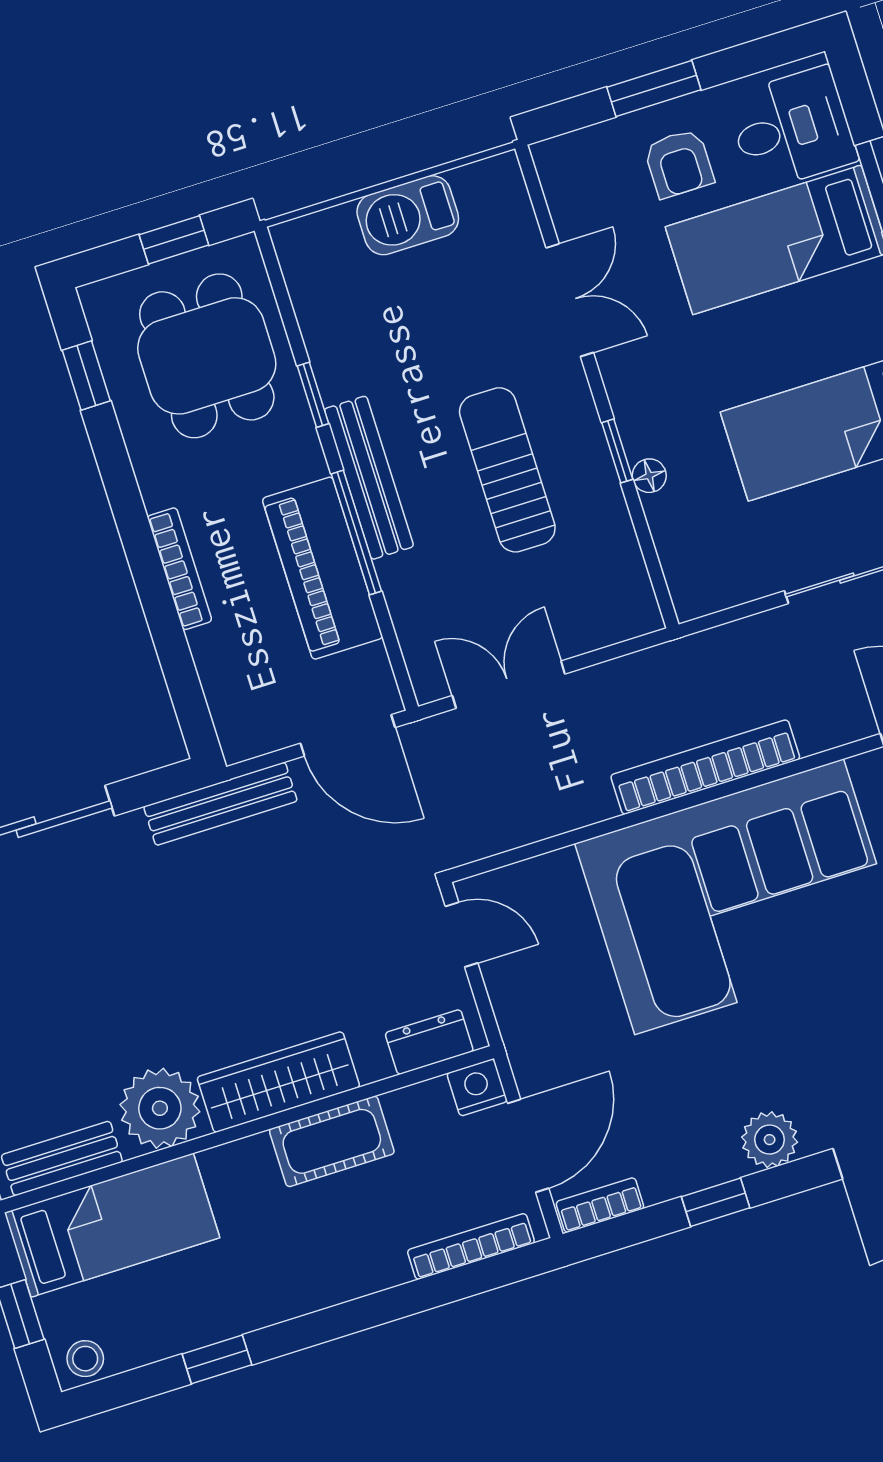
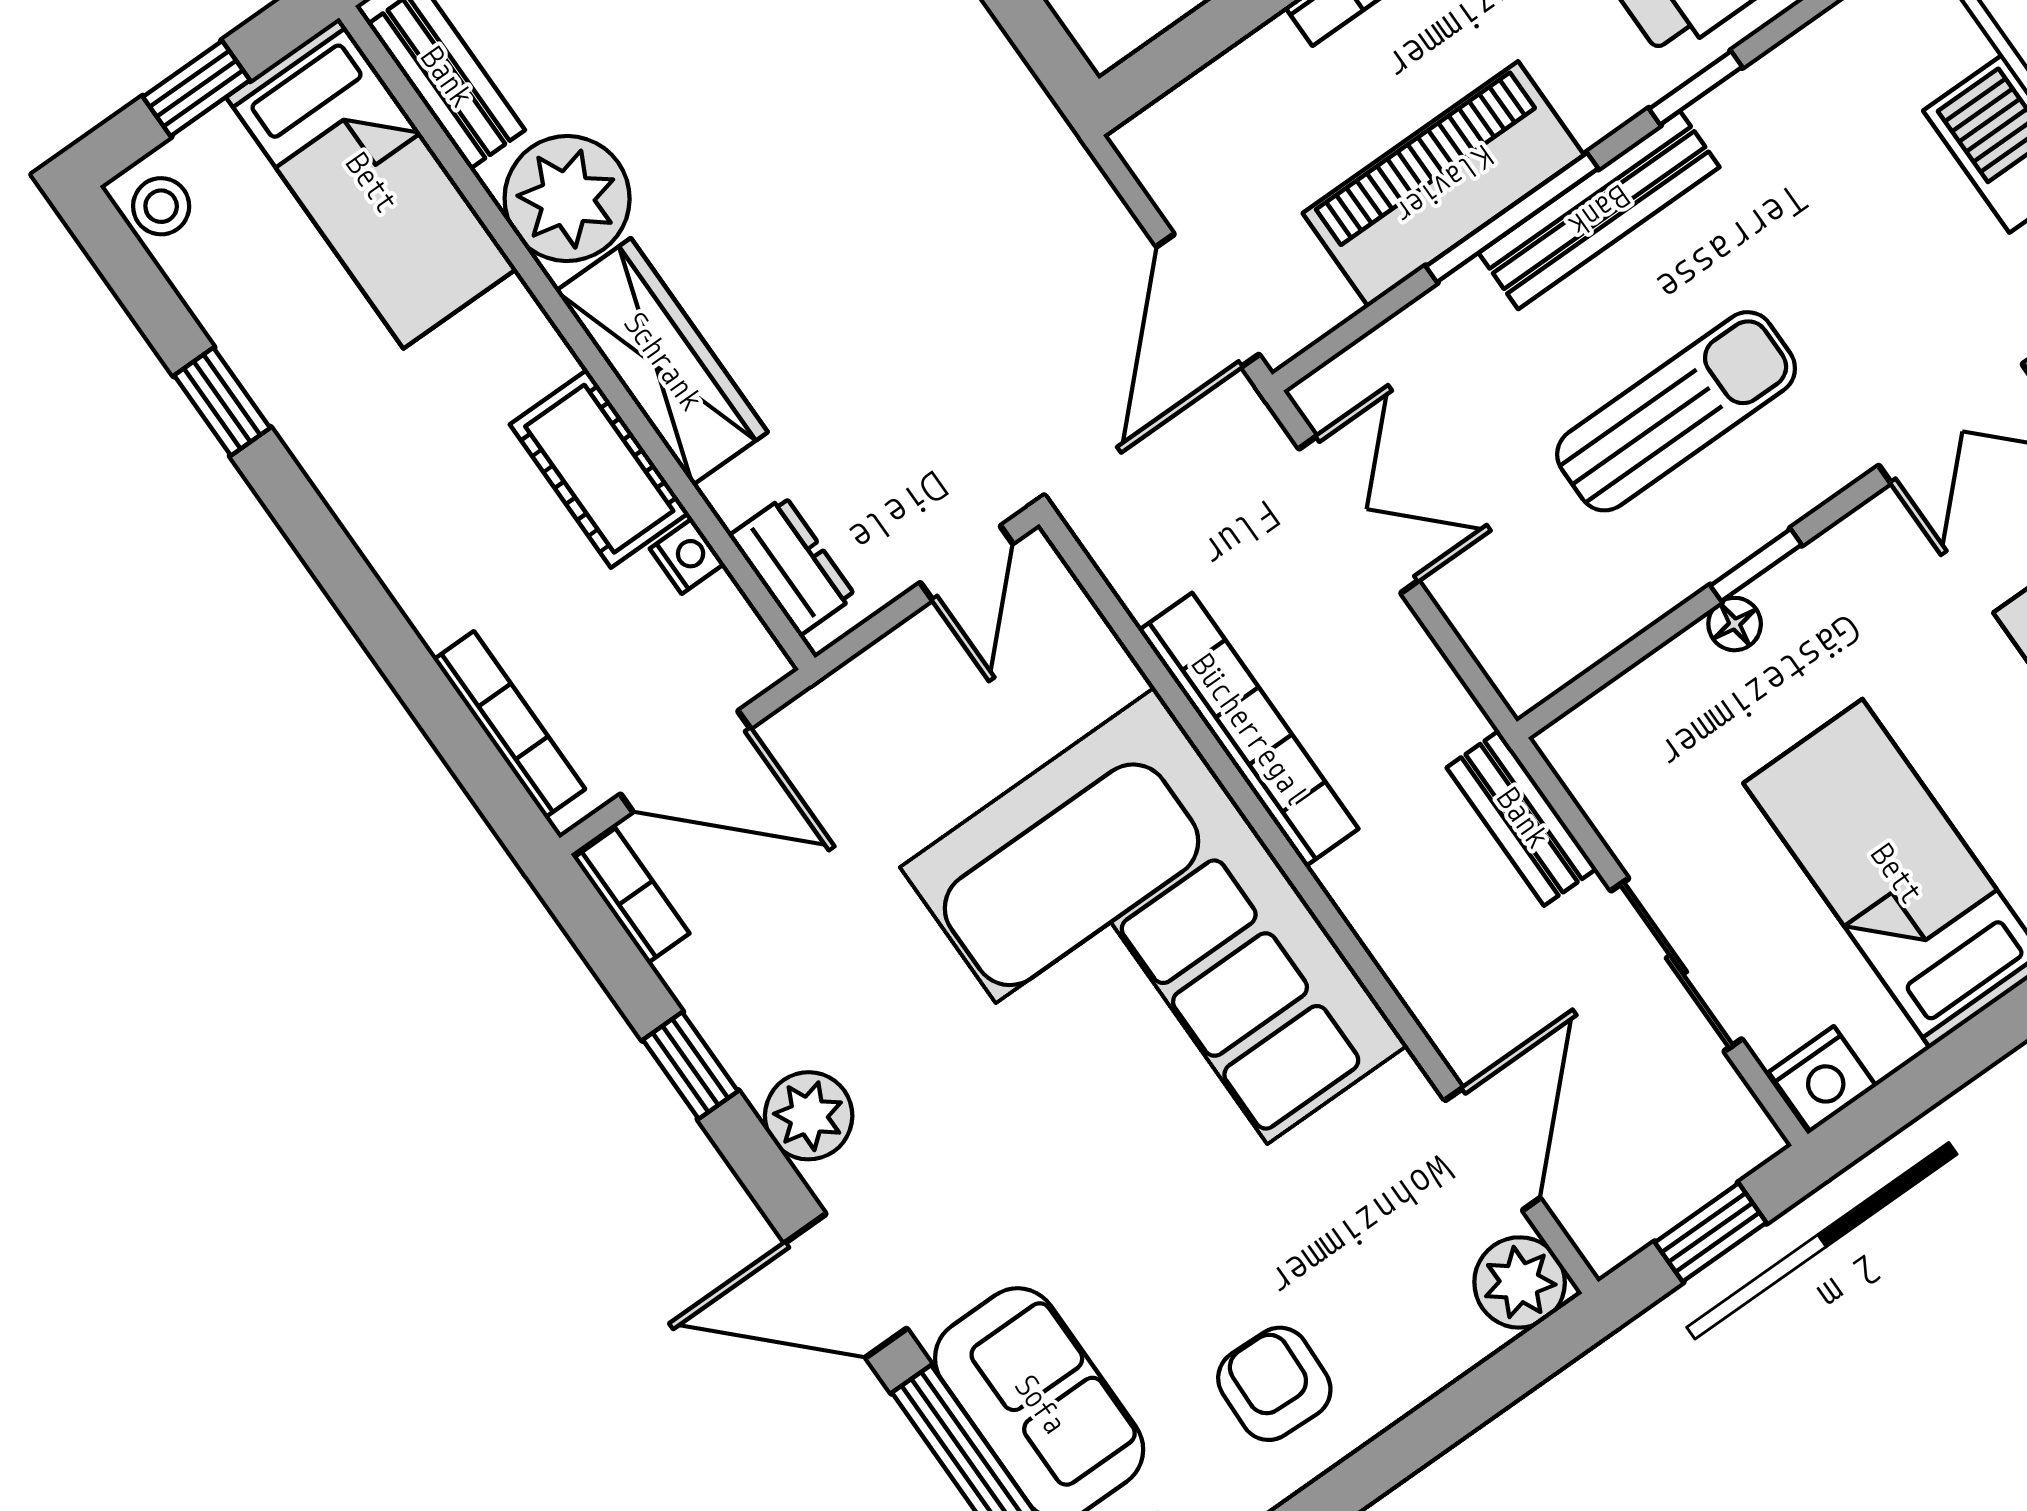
bookcase: (705, 767) -> (1249, 730), moved
bench: (220, 804) -> (1522, 818), moved, width x0.73
nightstand: (477, 1087) -> (687, 556), moved, width x0.72, depth x0.74

